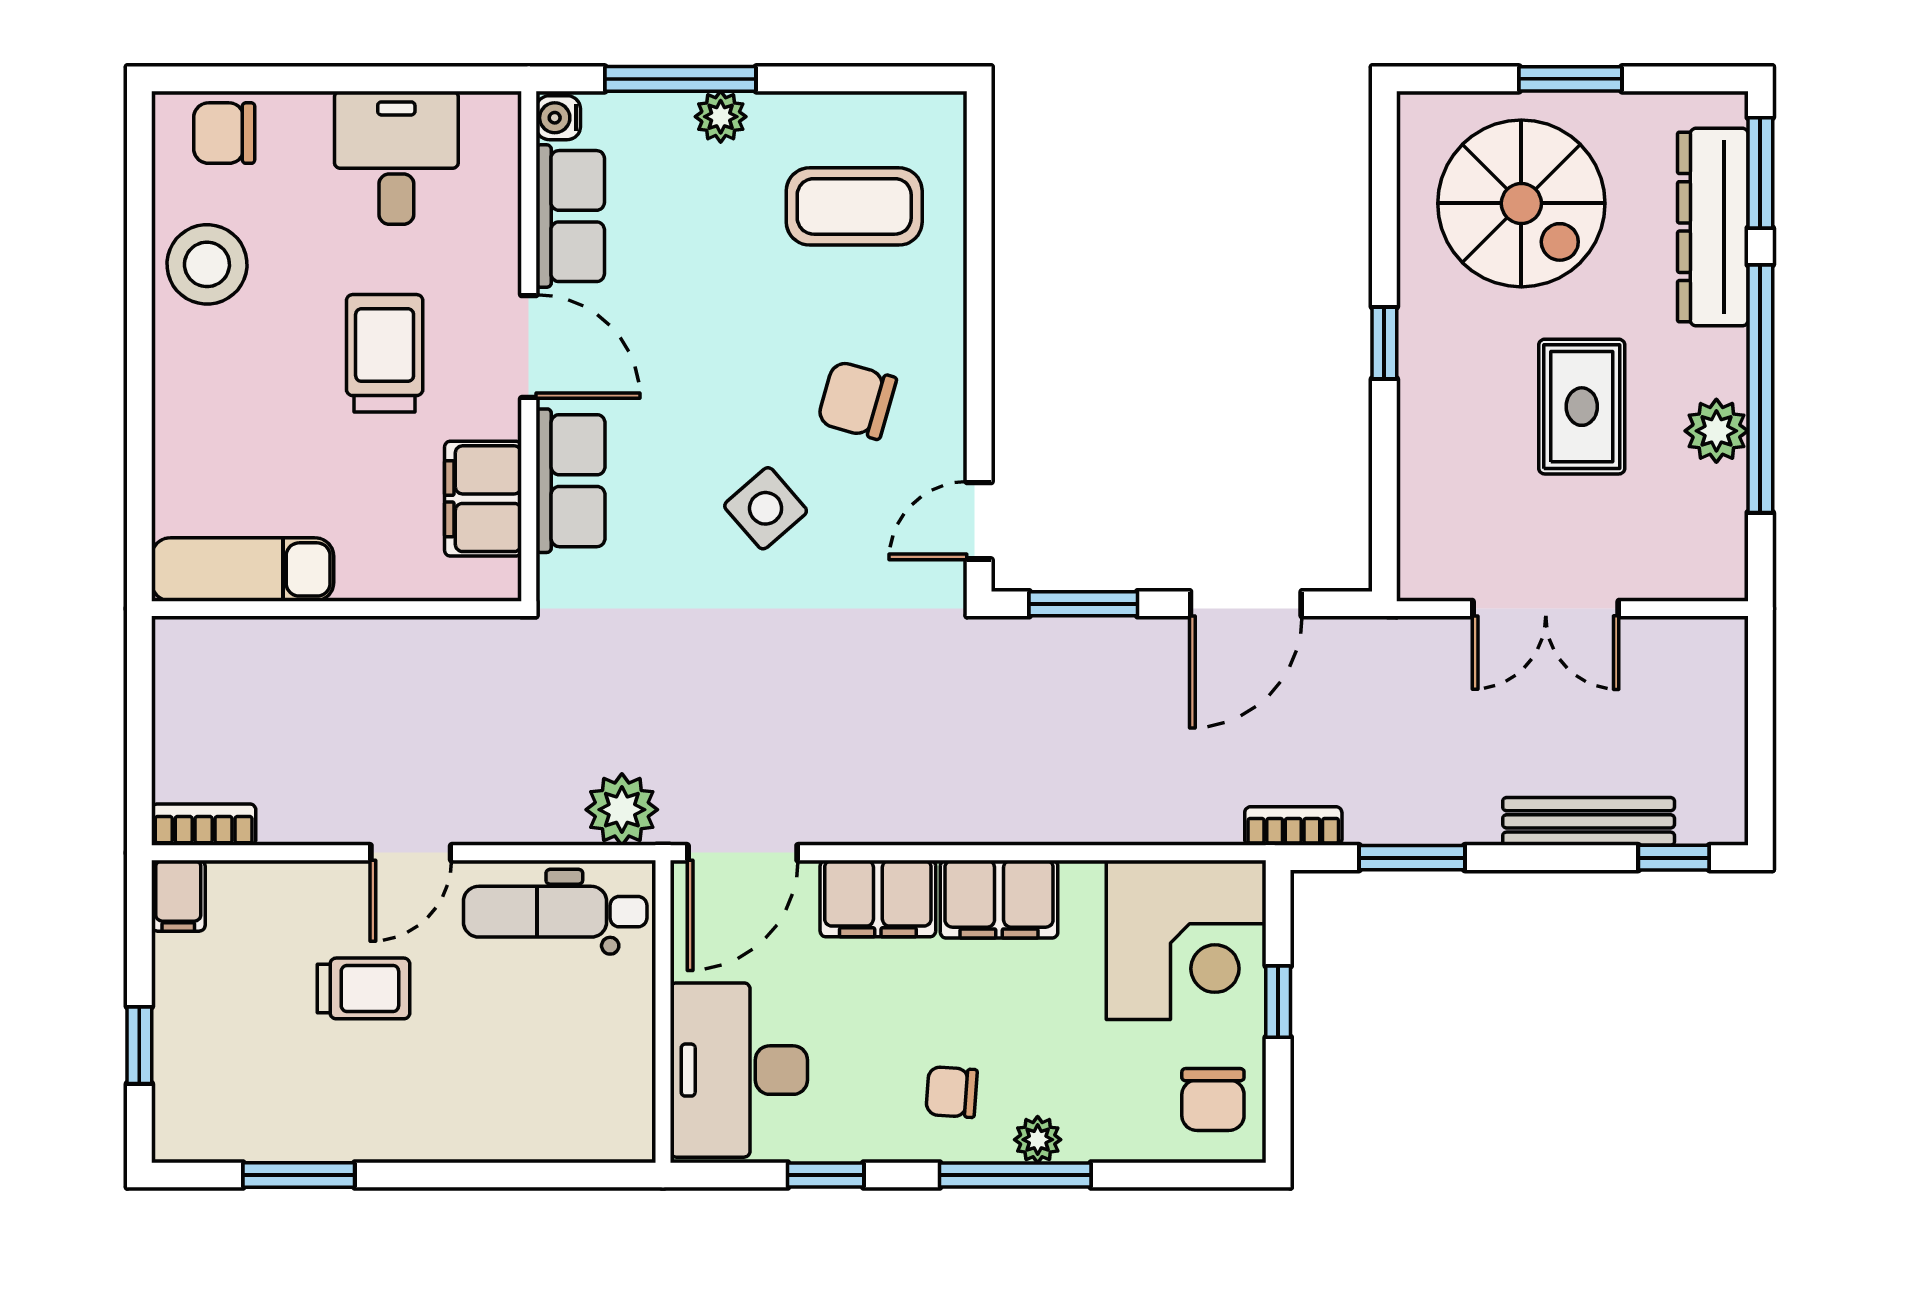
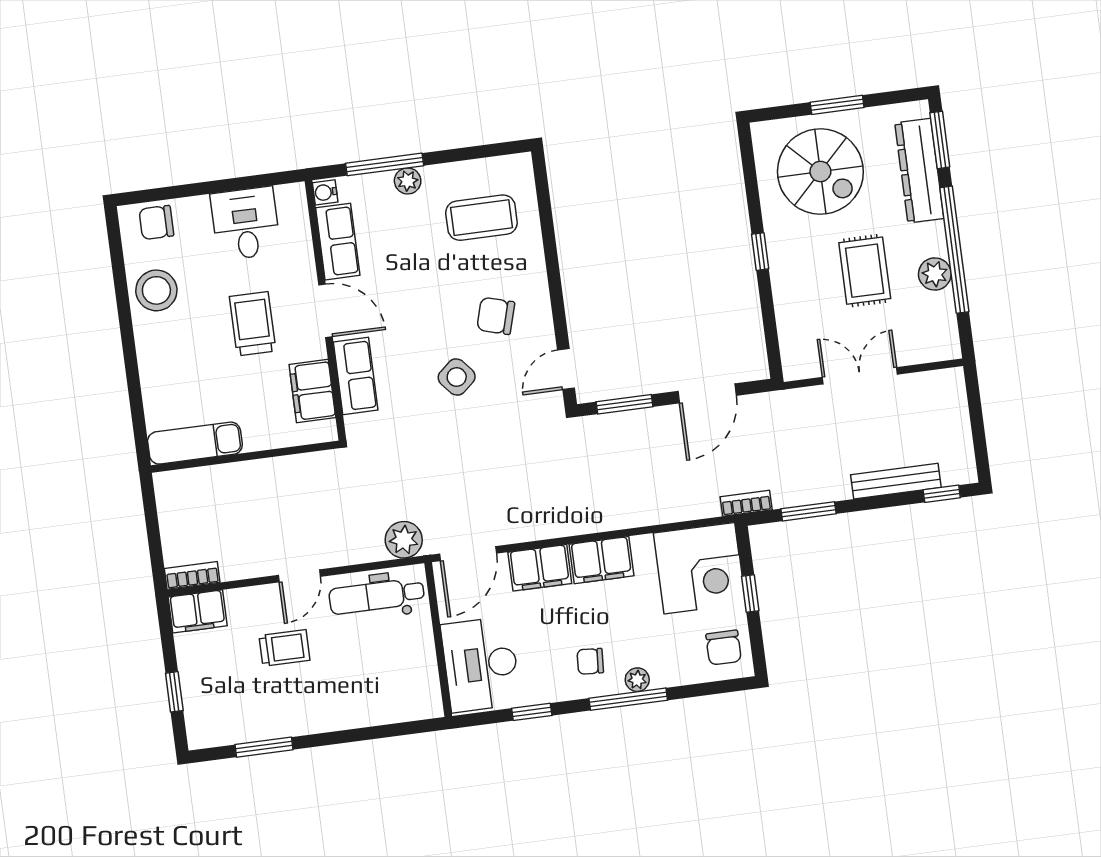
double door: (1546, 609) -> (860, 376), swing flipped
filing cabinet: (178, 896) -> (198, 611), width x2.00

